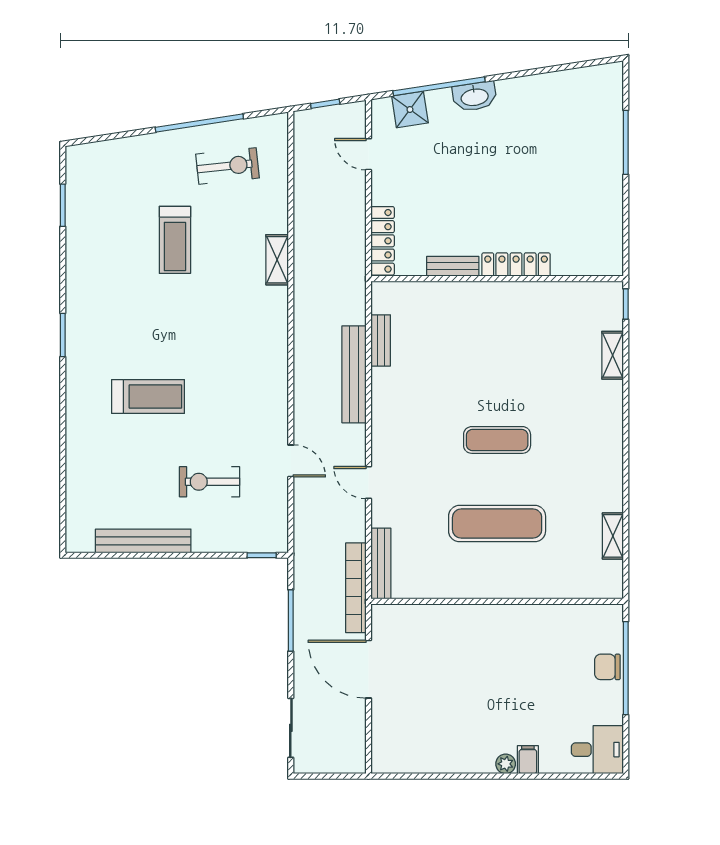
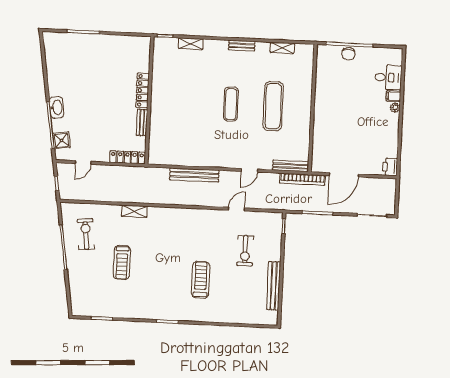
treadmill: (175, 240) -> (122, 262), turned 90
bench: (381, 340) -> (242, 46), moved
desk: (597, 750) -> (388, 77), moved, turned 90
printer: (388, 759) -> (390, 167), added

